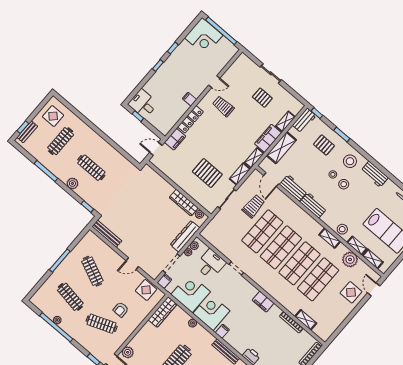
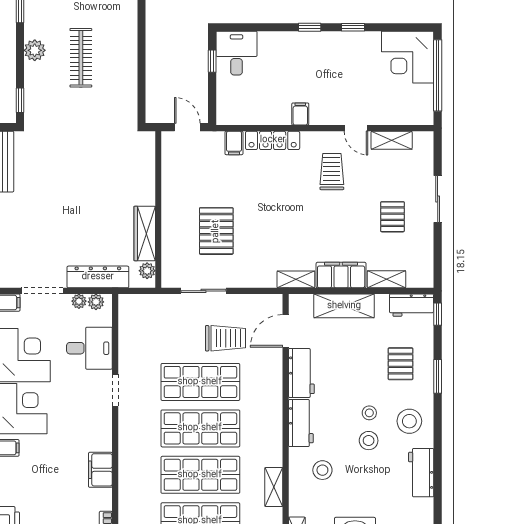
filing cabinet: (175, 139) -> (234, 143), width x0.50
shelving: (240, 174) -> (392, 140), moved
stool: (342, 229) -> (322, 470), moved

